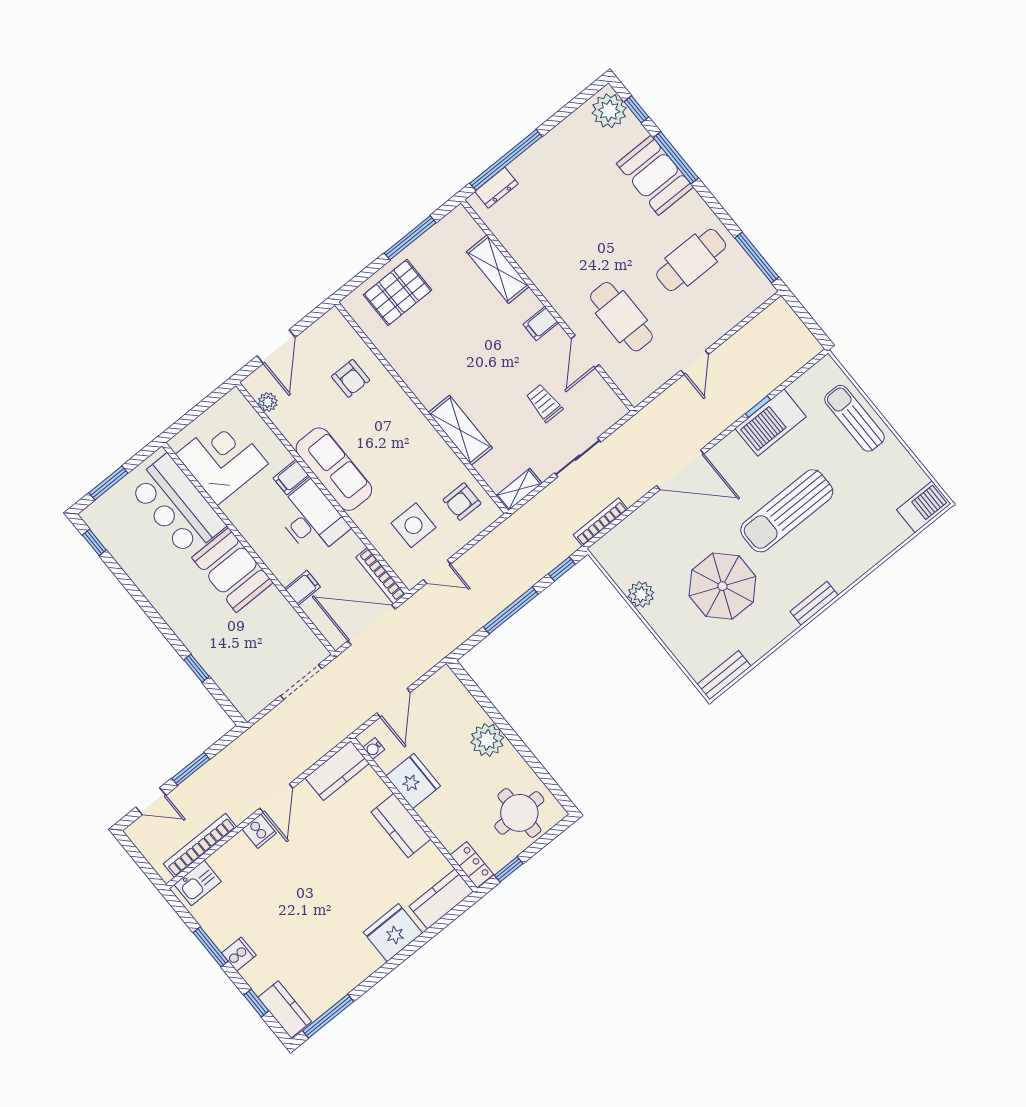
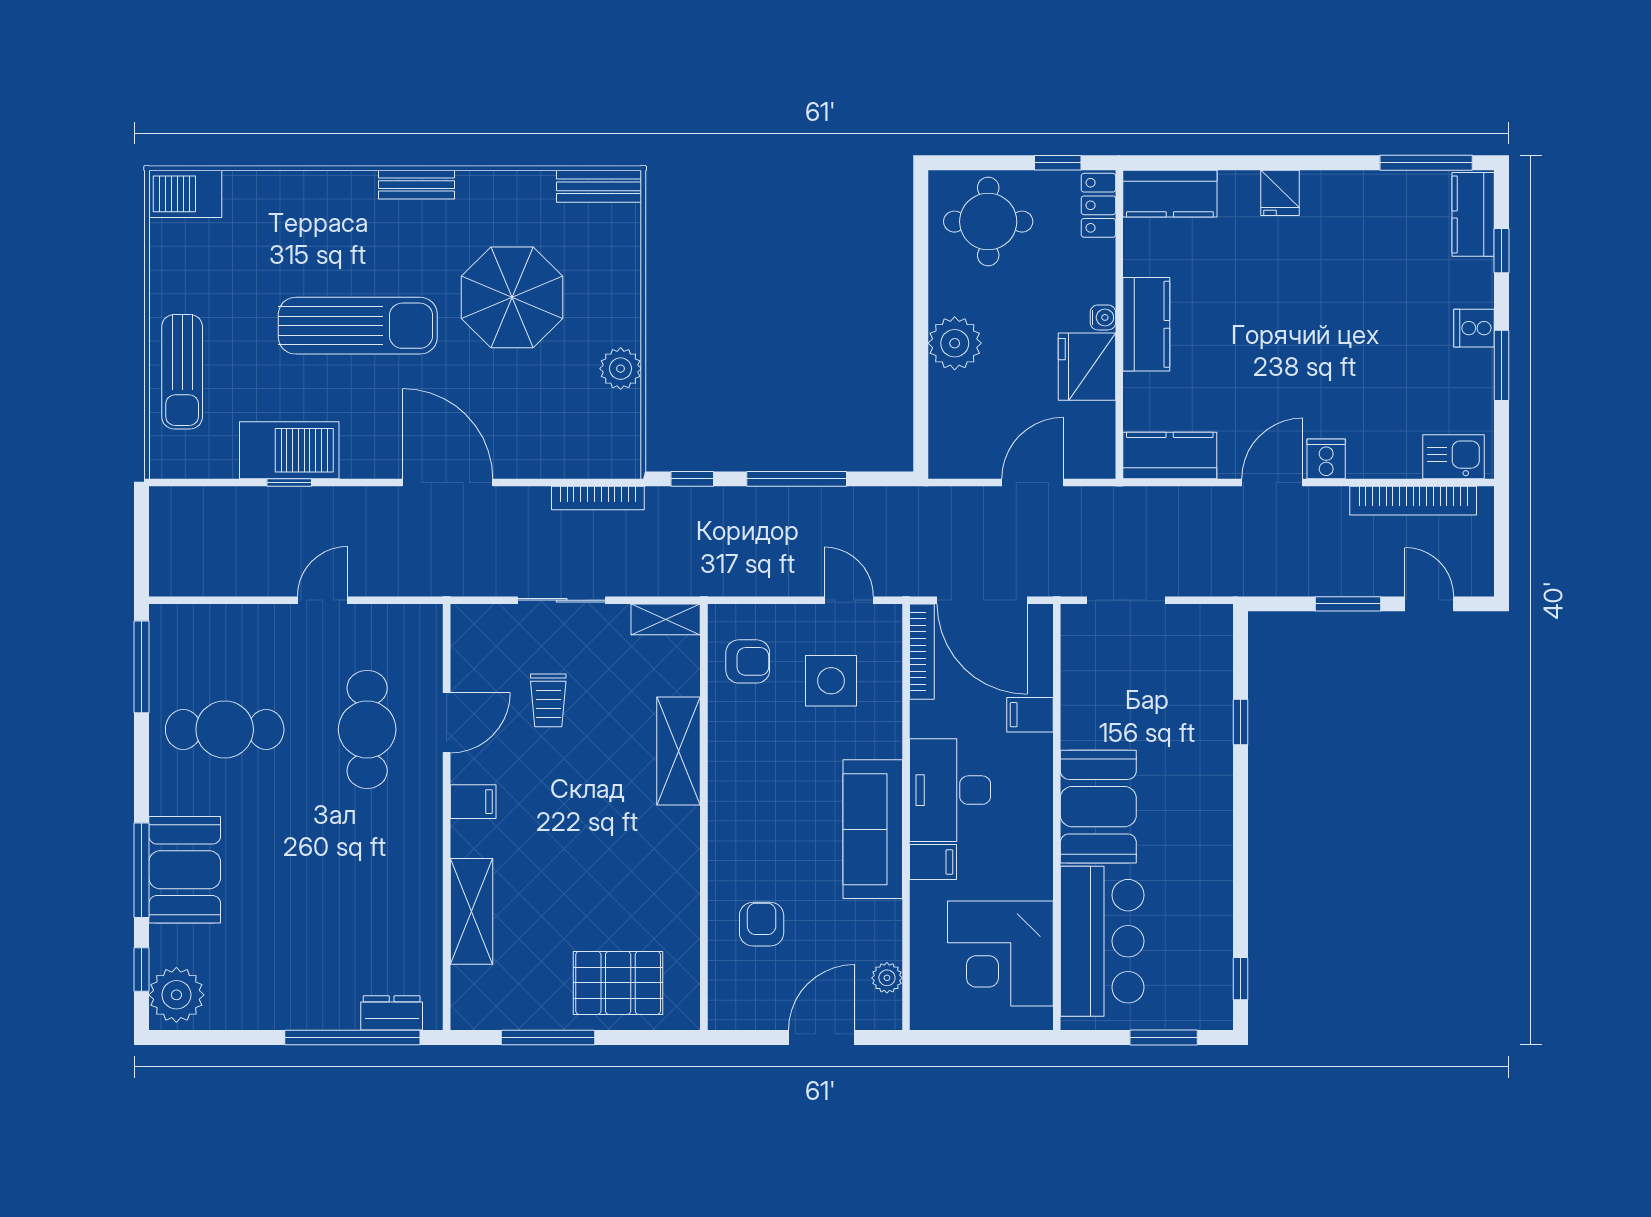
water cooler: (374, 749) -> (1103, 317), moved
fridge: (393, 933) -> (1280, 193), width x0.53, depth x0.75

